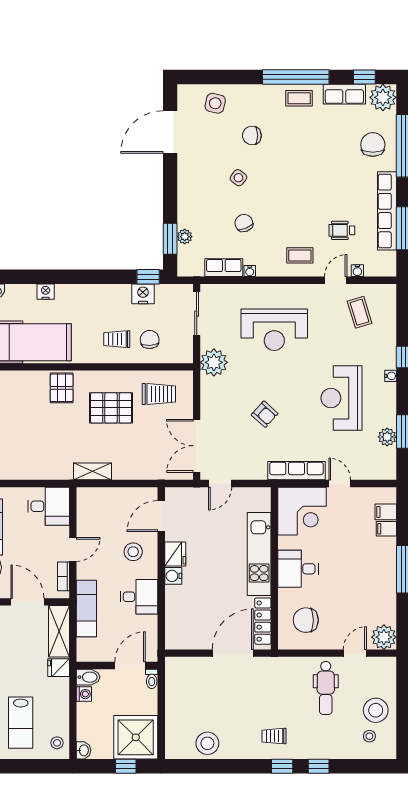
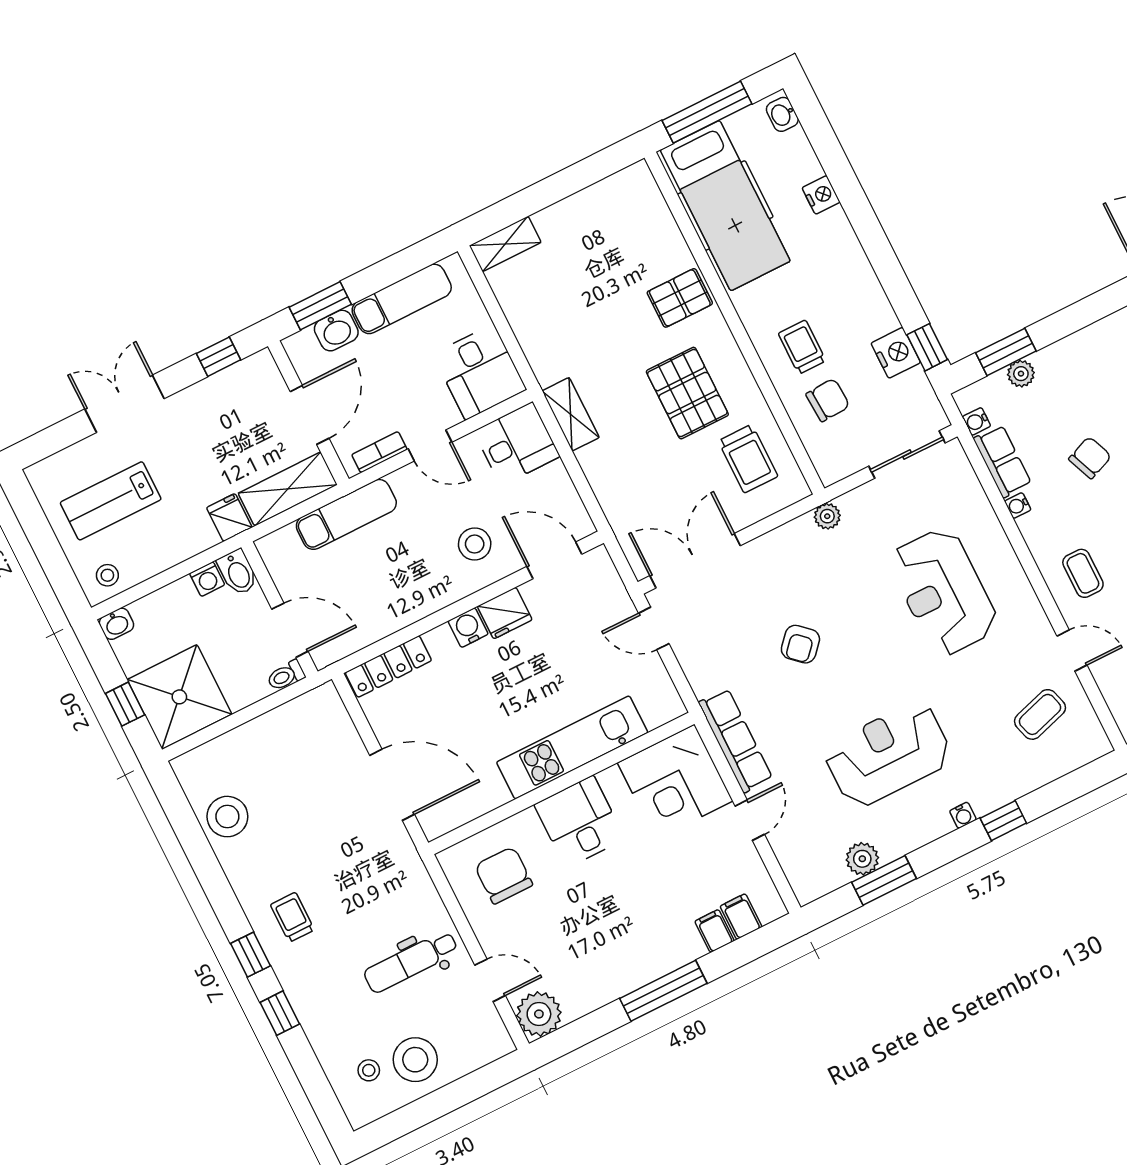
water cooler: (357, 271) -> (976, 421), moved
plant: (214, 362) -> (827, 516), width x0.53, depth x0.53
desk: (139, 597) -> (517, 444), moved, turned -90
locker: (263, 621) -> (388, 667), moved, turned 180

